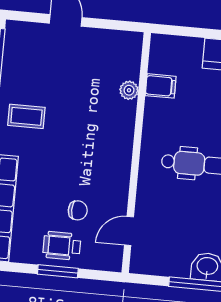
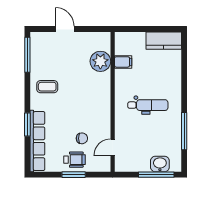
plant: (129, 90) -> (100, 61), width x1.87, depth x1.87
wheelchair: (62, 246) -> (75, 160), turned 180

